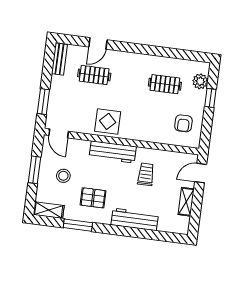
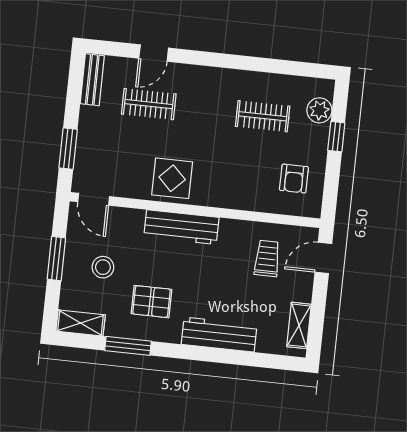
trolley: (146, 174) -> (267, 258), moved
shelving: (186, 202) -> (299, 325), moved

